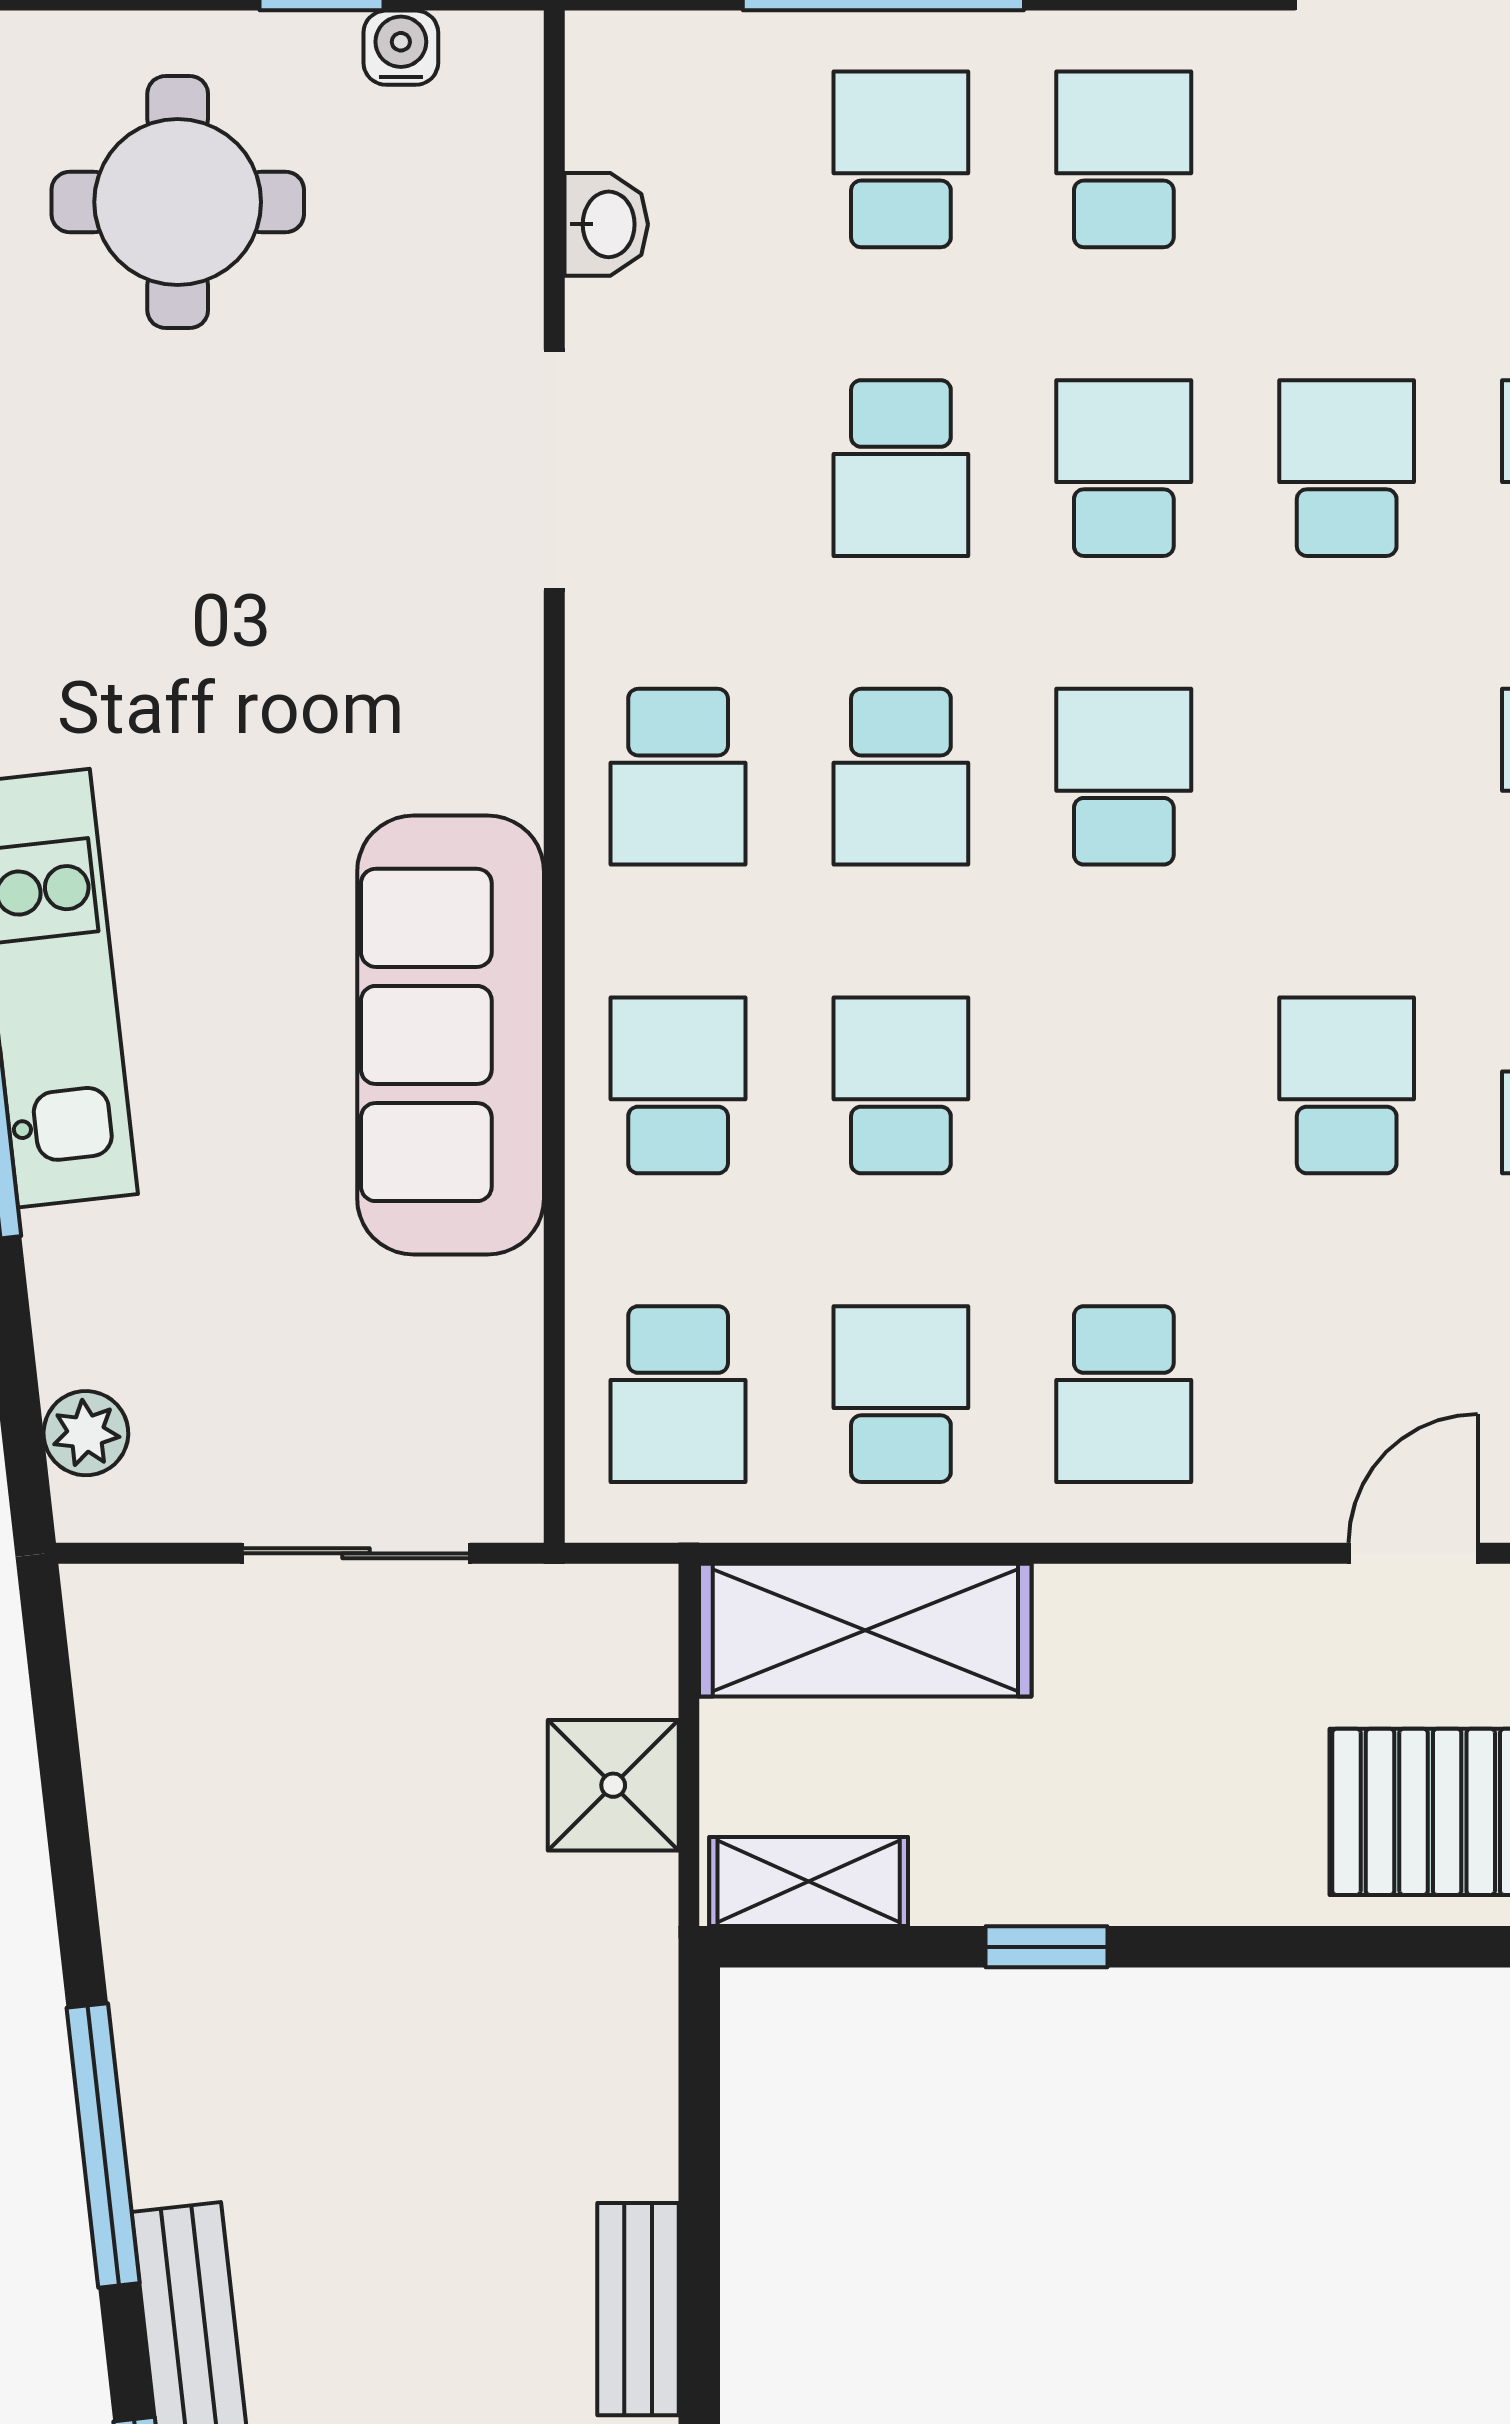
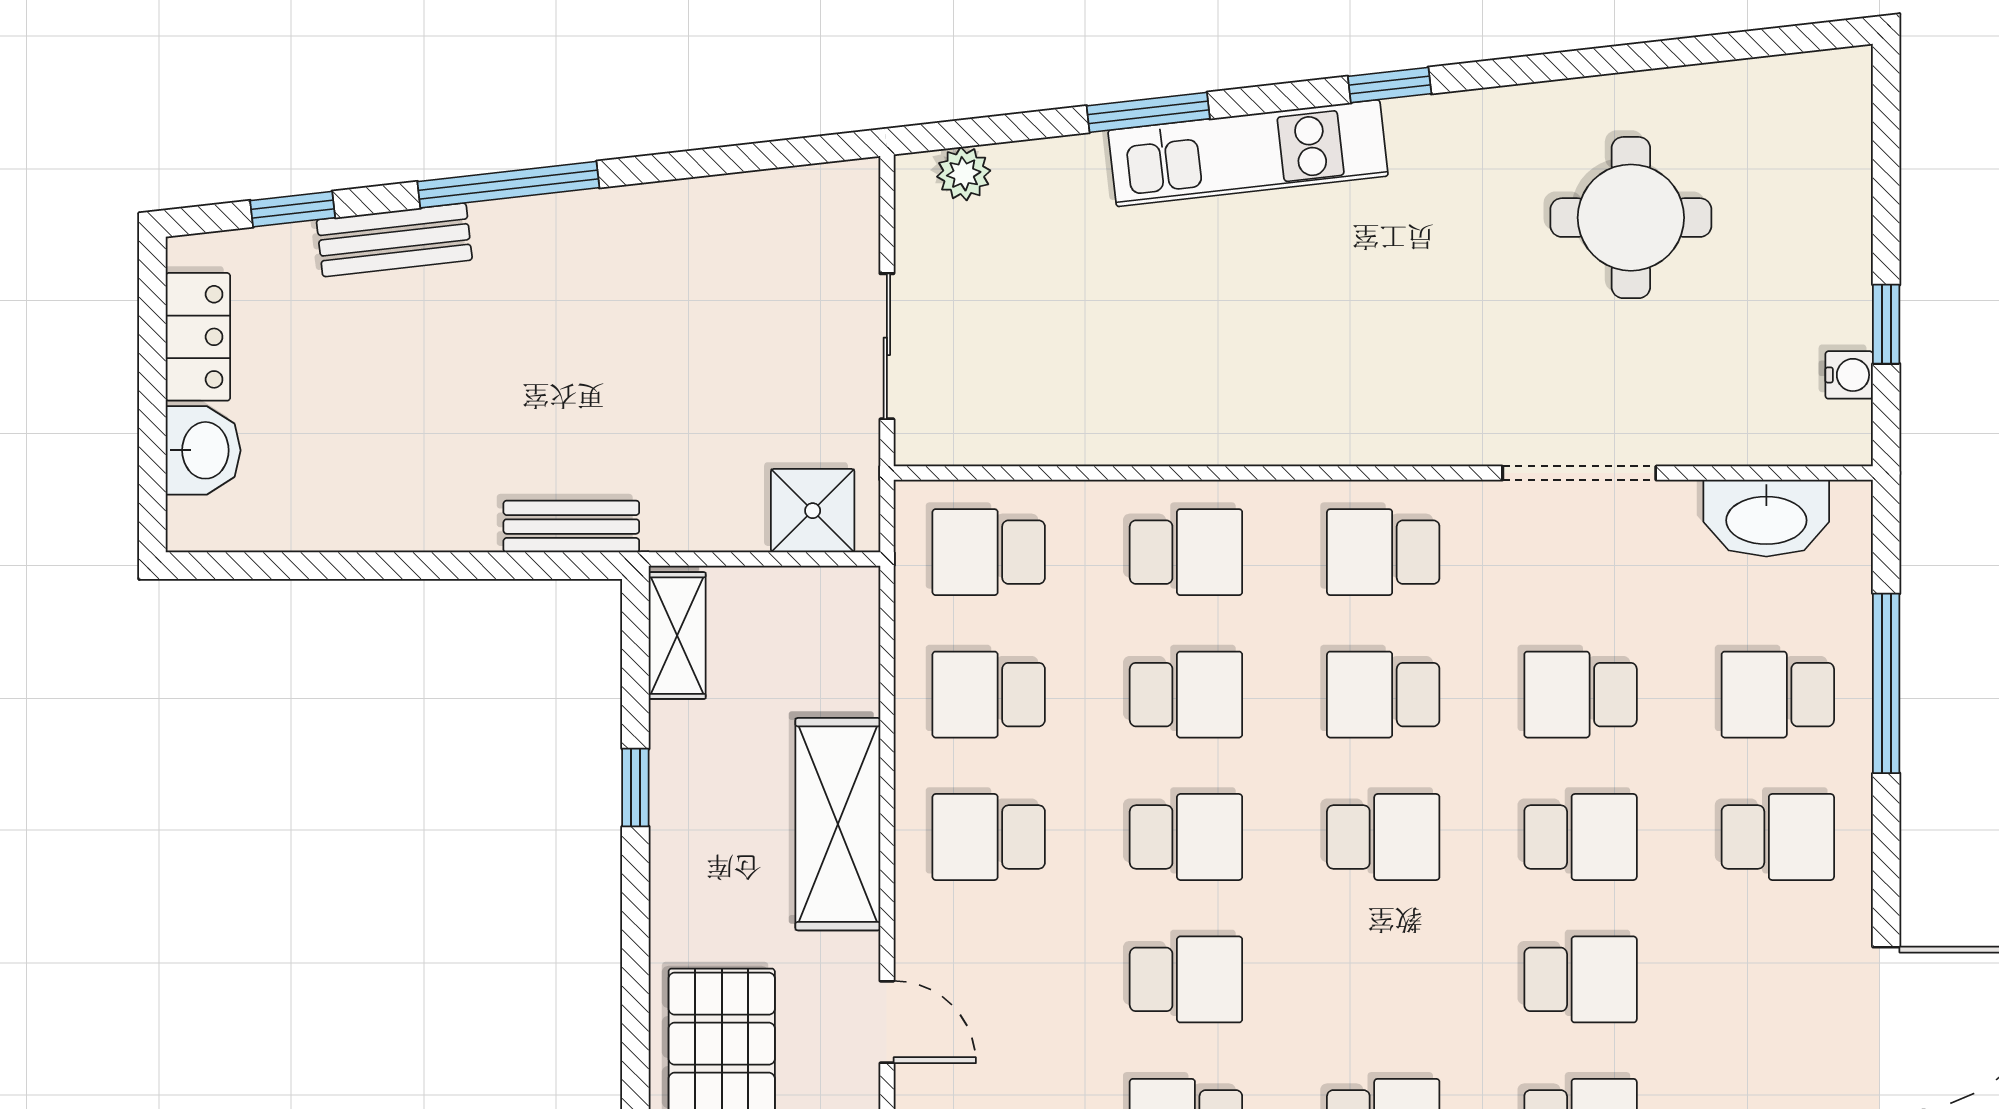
school desk: (901, 159) -> (1778, 695), turned 180
round table: (178, 202) -> (1631, 218), moved
washbasin: (606, 224) -> (1766, 518), width x1.91, depth x1.45
sofa: (451, 1035) -> (1218, 407), removed
school desk: (1124, 1085) -> (1186, 837), added
school desk: (901, 1394) -> (989, 695), turned 180
shelving: (865, 1630) -> (838, 824), moved
shower: (613, 1785) -> (813, 511), moved
bench: (638, 2309) -> (571, 527), moved

